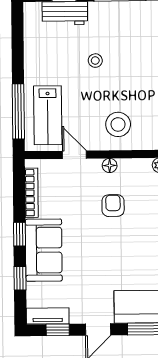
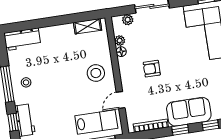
stool: (95, 61) -> (26, 82), moved
floor lamp: (110, 165) -> (121, 52), moved

